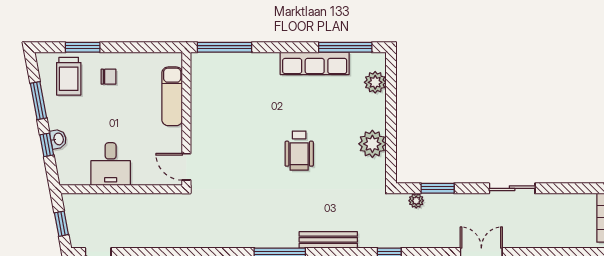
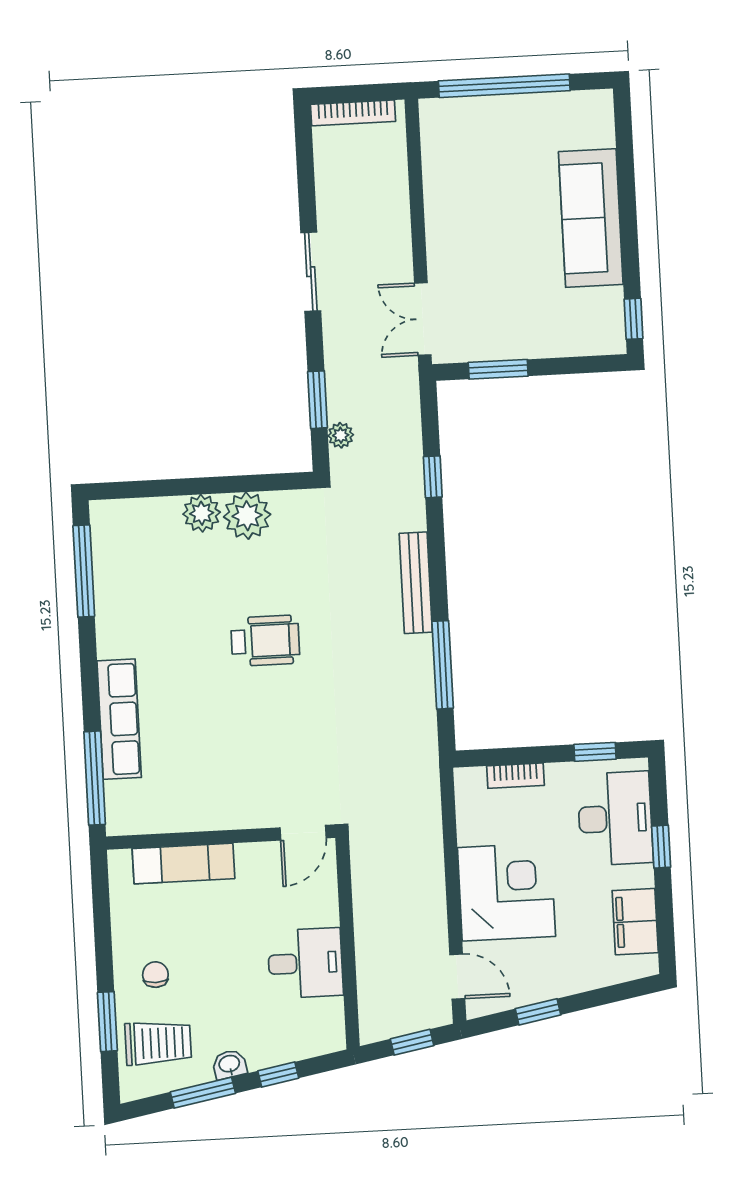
row of seats: (315, 63) -> (119, 719), moved
plant: (375, 82) -> (202, 513), moved
washbasin: (58, 139) -> (229, 1064), moved

